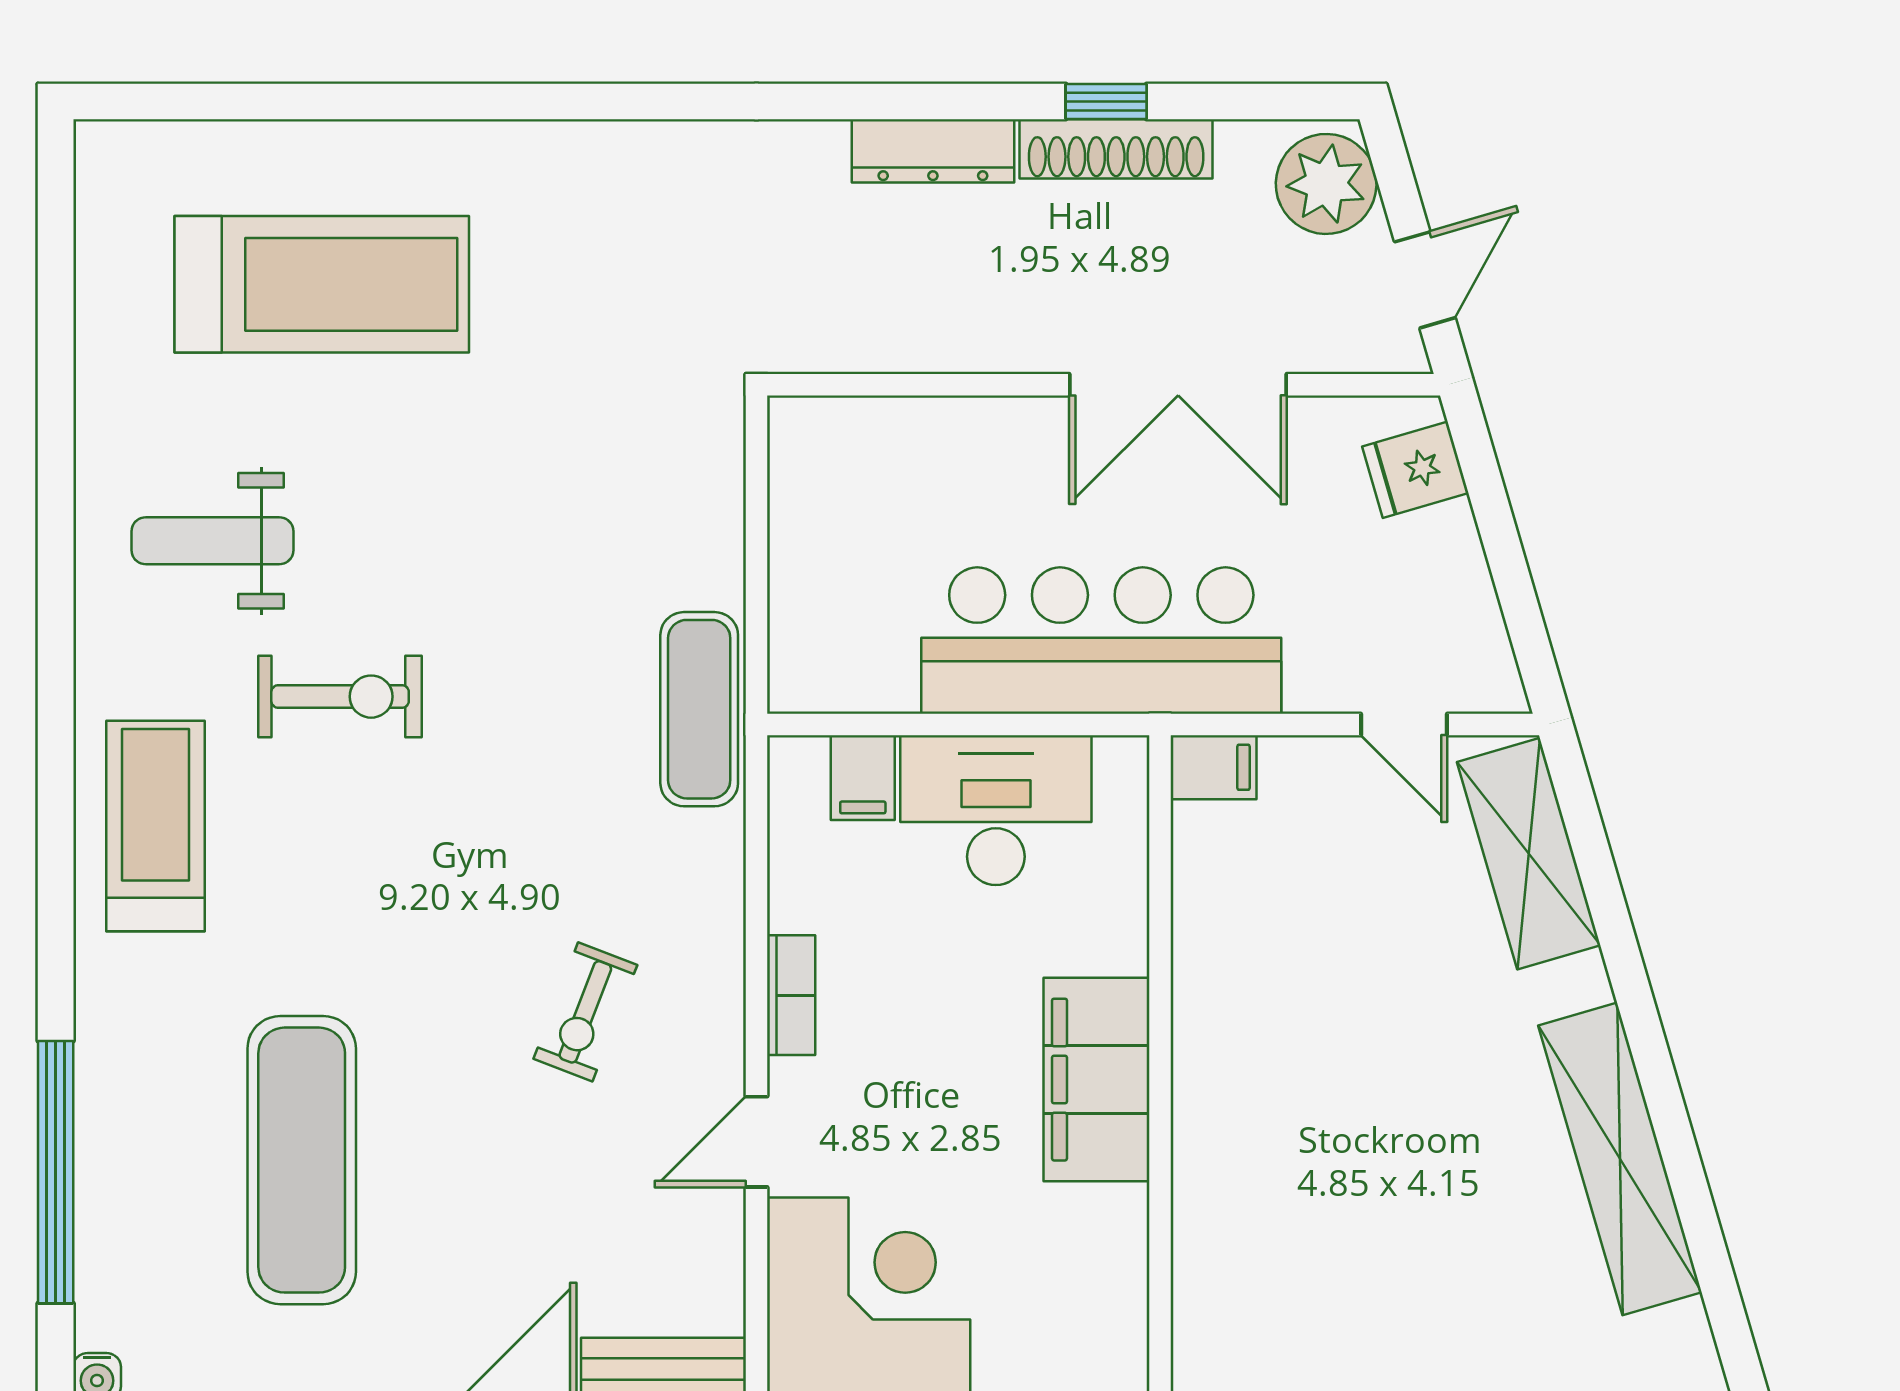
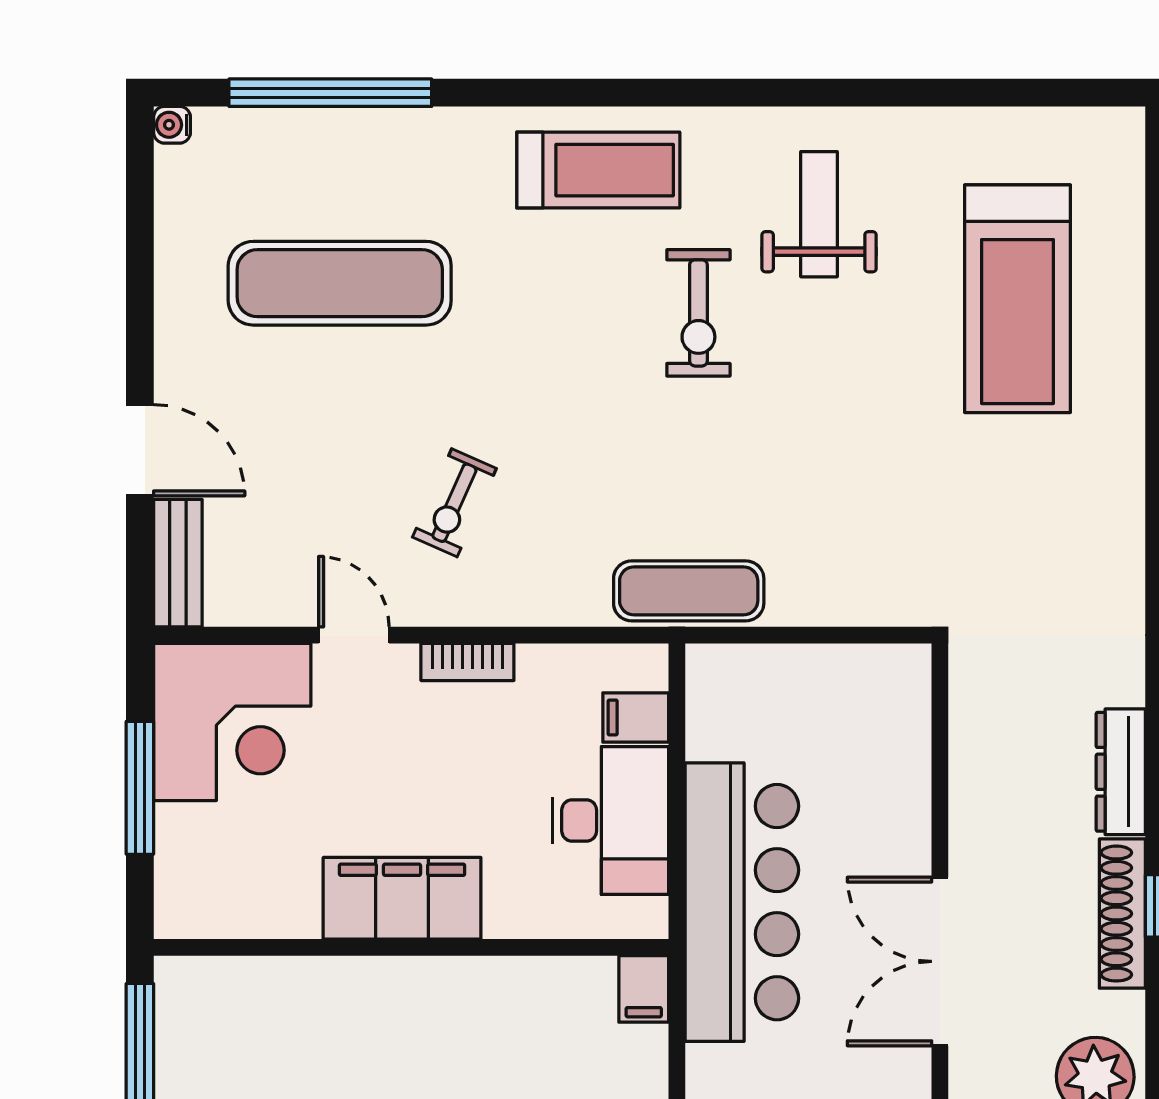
exercise bike: (585, 1012) -> (454, 503), turned -87

